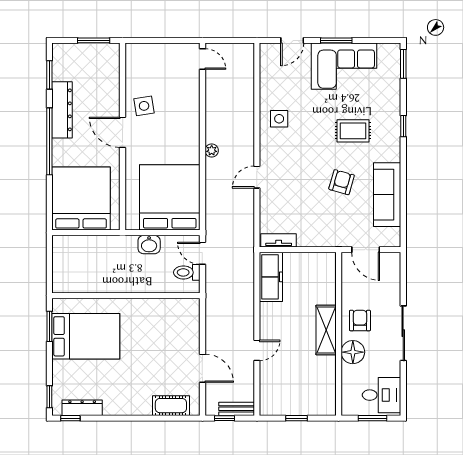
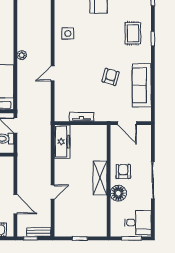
rug: (353, 131) -> (133, 33), moved, turned 90
tv unit: (279, 240) -> (82, 117), moved

